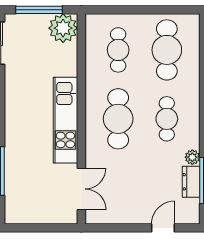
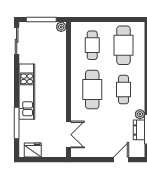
plant: (63, 28) -> (61, 27), width x0.53, depth x0.53
kitchen unit: (65, 120) -> (27, 92), moved, turned 180
fridge: (26, 213) -> (33, 150), added

